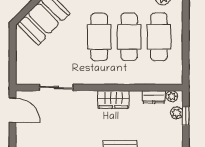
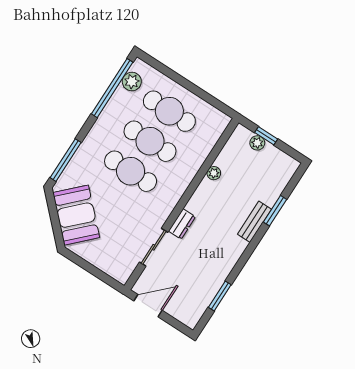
plant: (172, 96) -> (214, 173), moved
dresser: (154, 97) -> (182, 224), moved
wardrobe: (113, 99) -> (203, 198), removed

